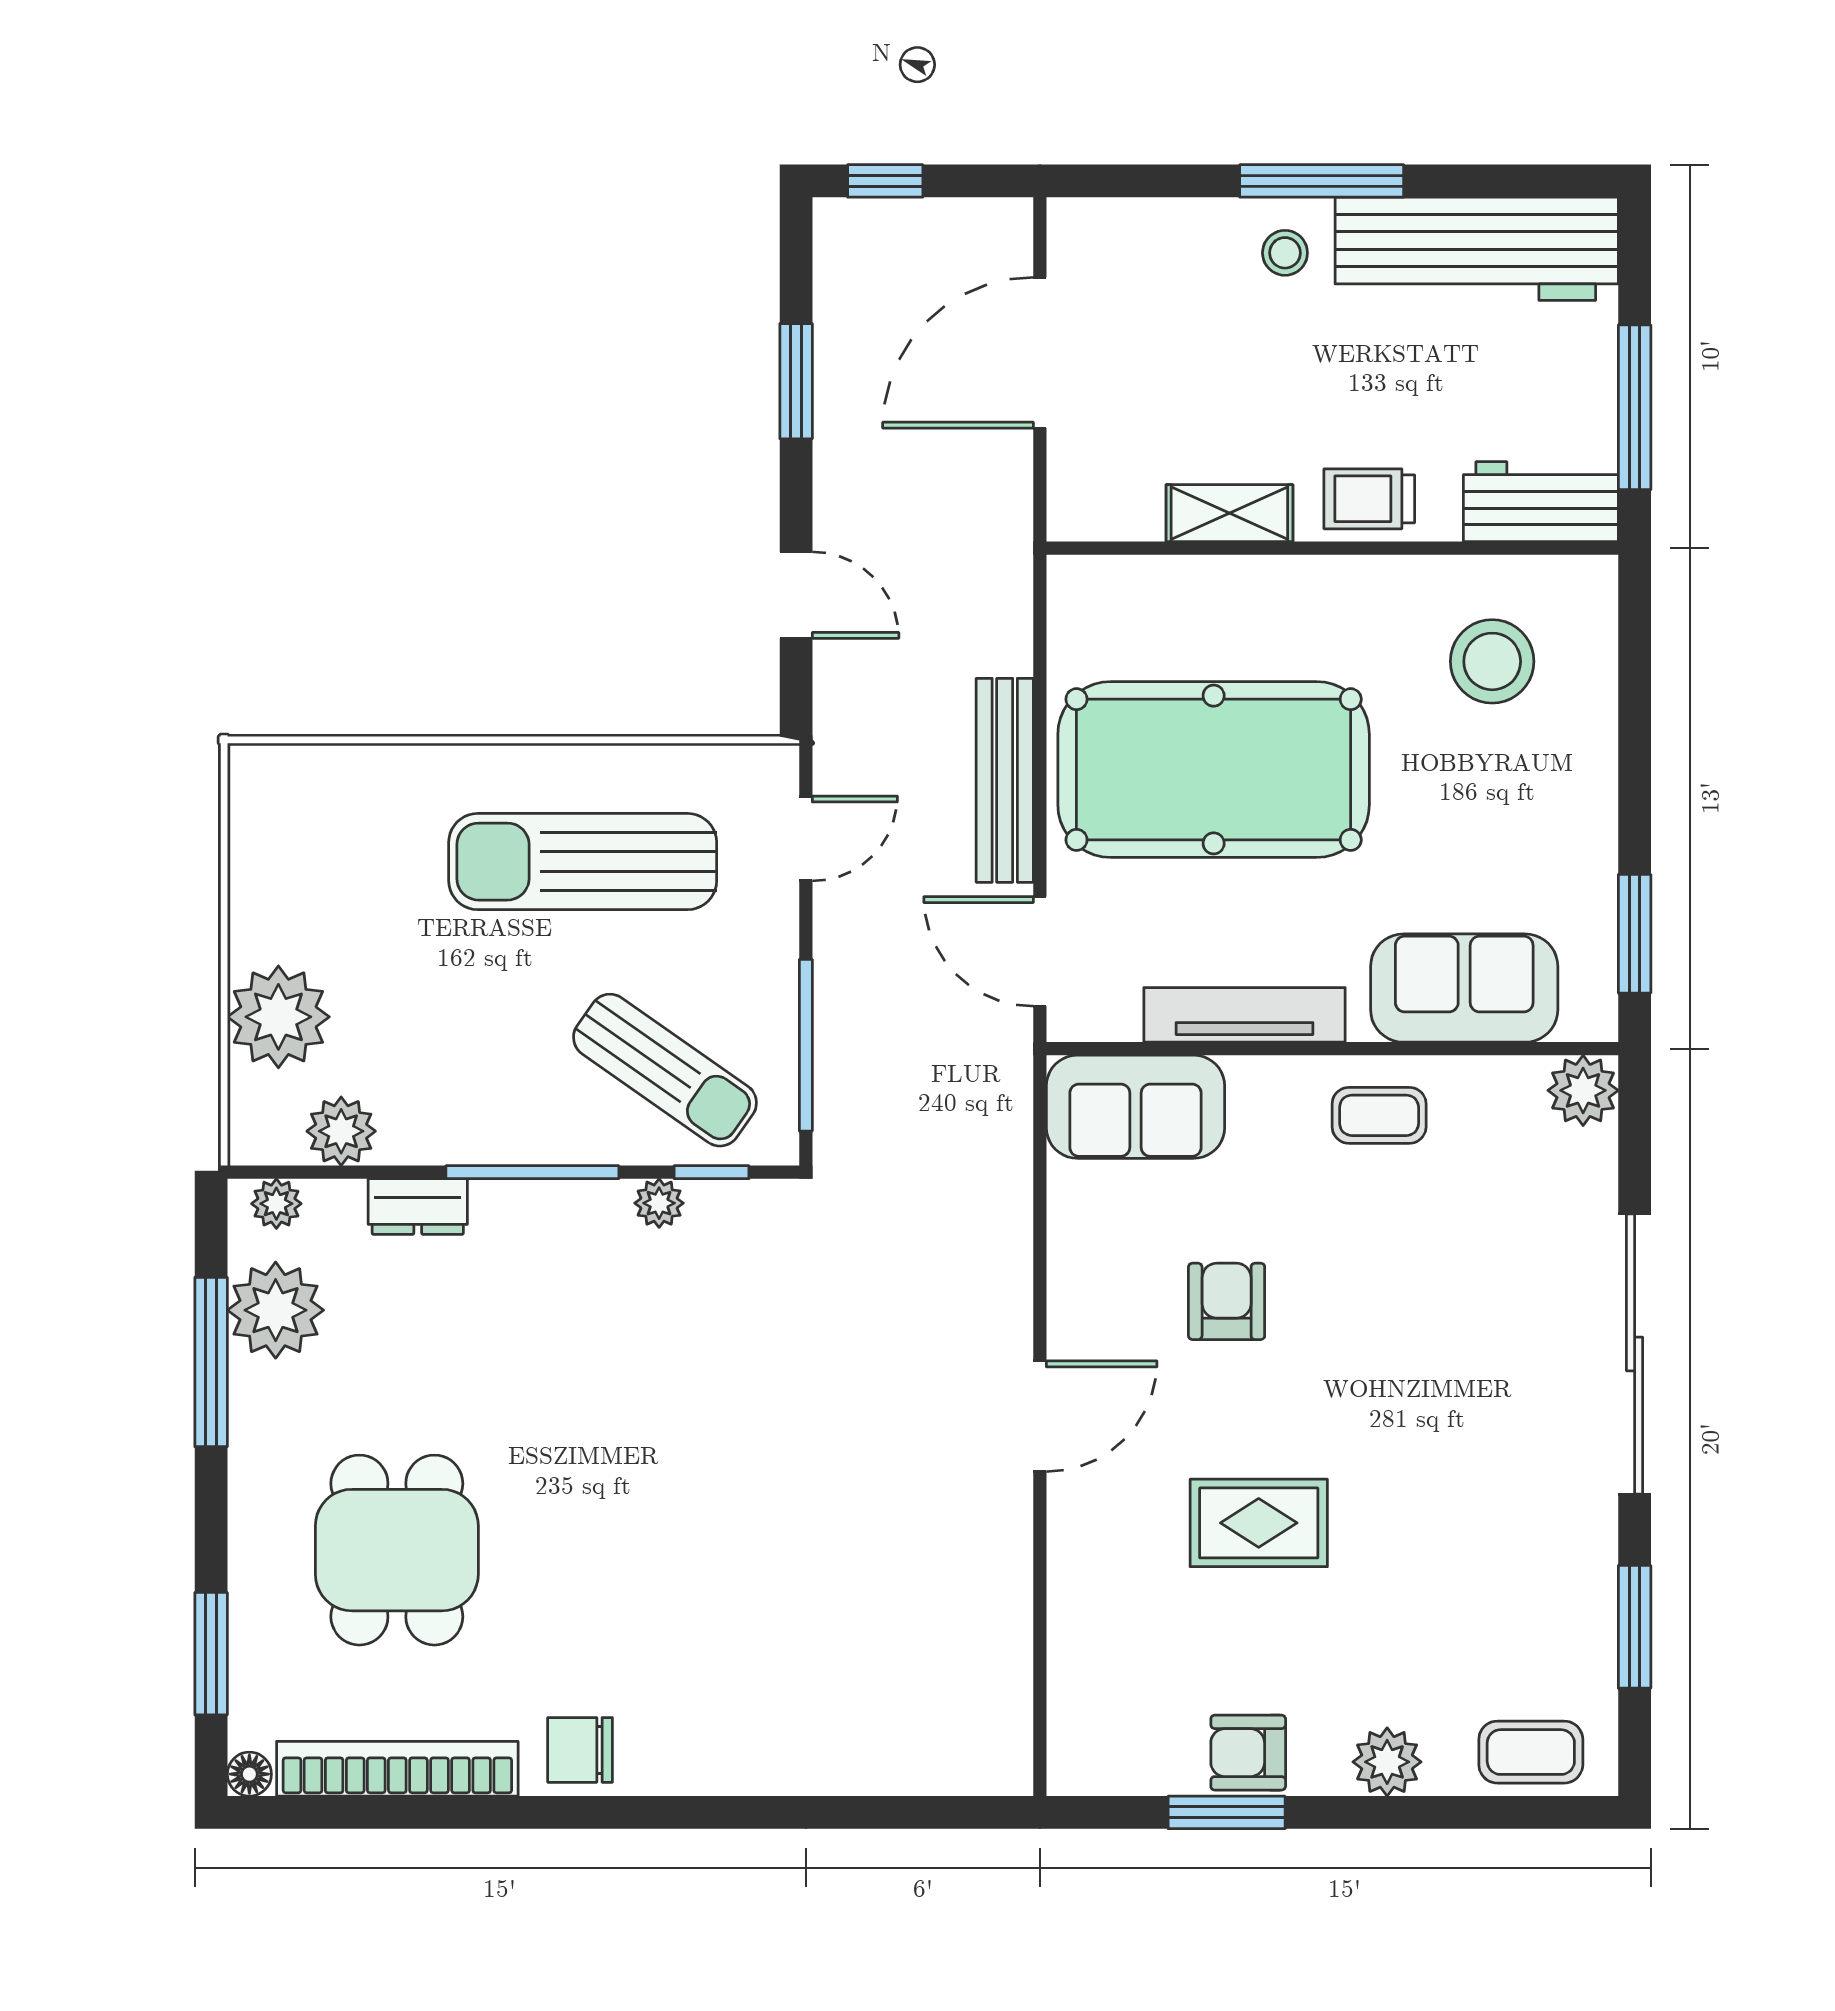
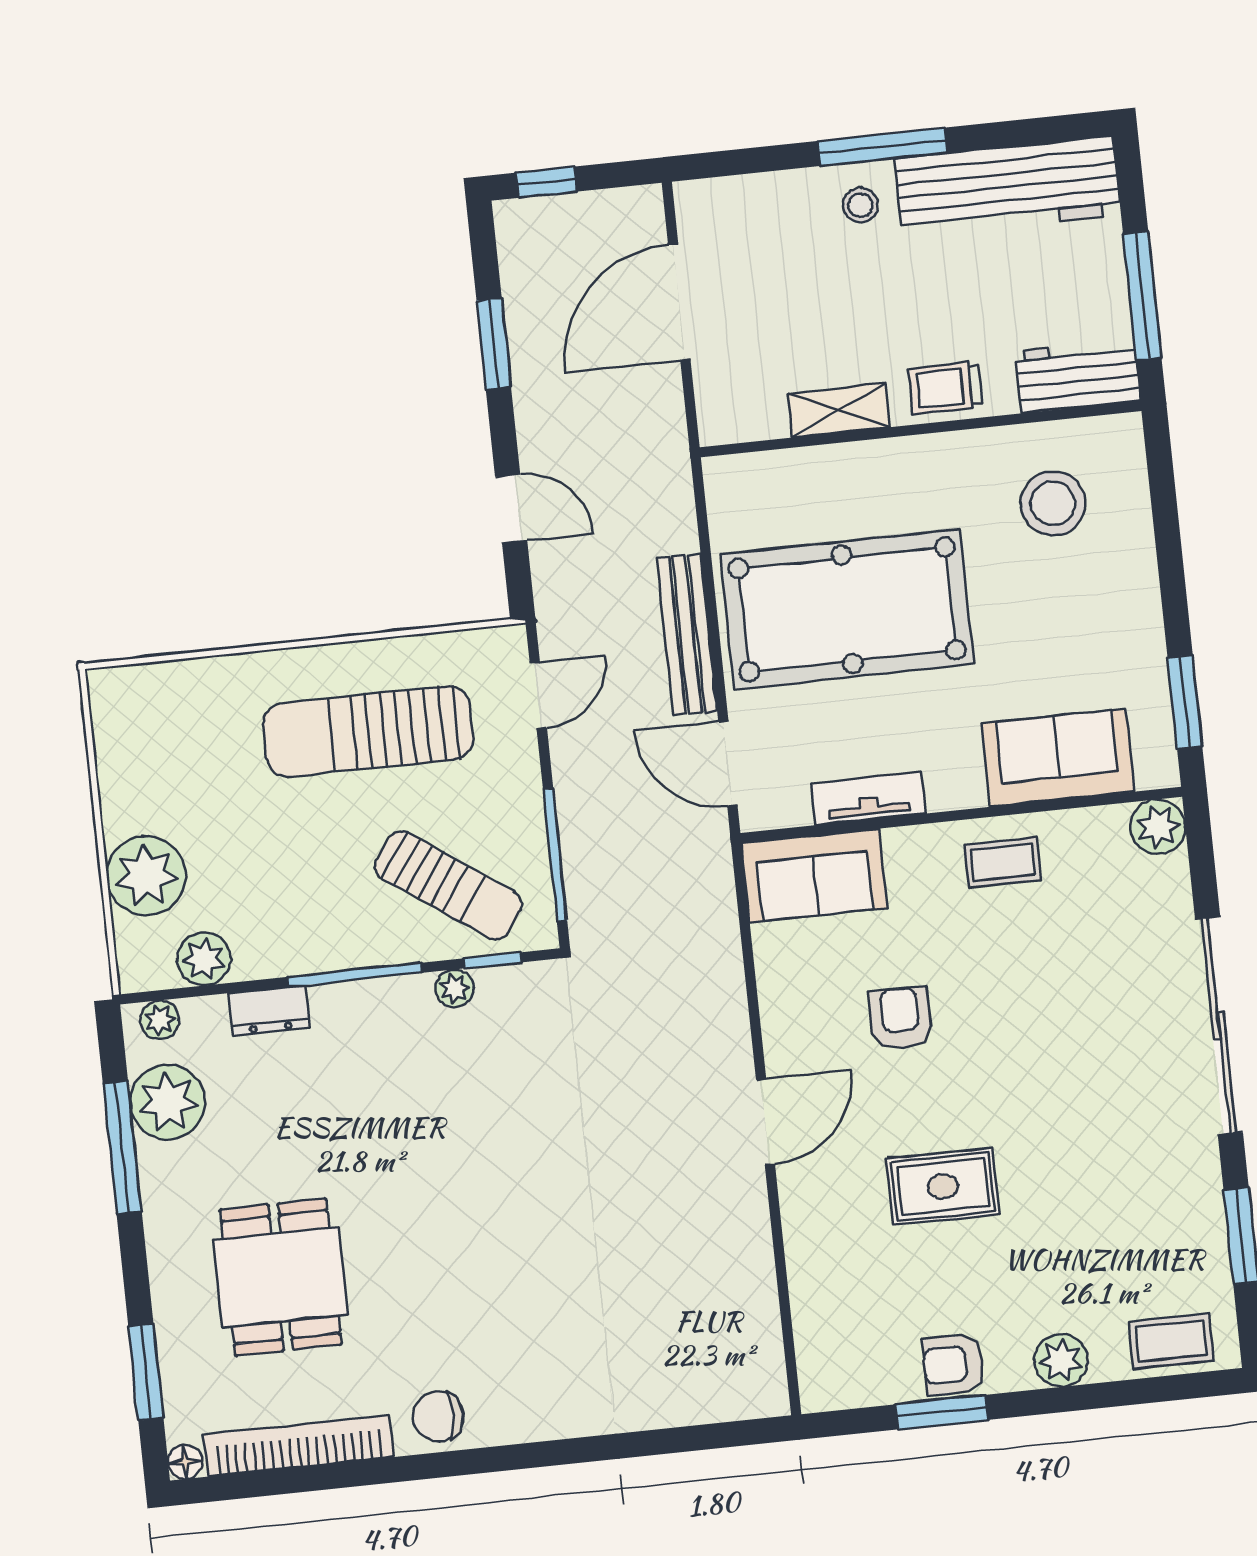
tv unit: (1245, 1015) -> (868, 798), width x0.71

